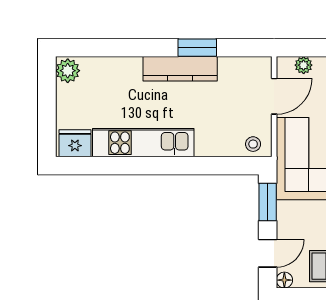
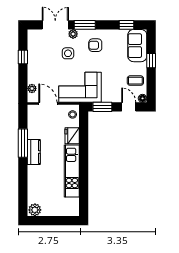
window: (197, 48) -> (23, 143), width x1.44
kitchen counter: (180, 69) -> (34, 152), width x0.67
fridge: (75, 143) -> (72, 136), moved

